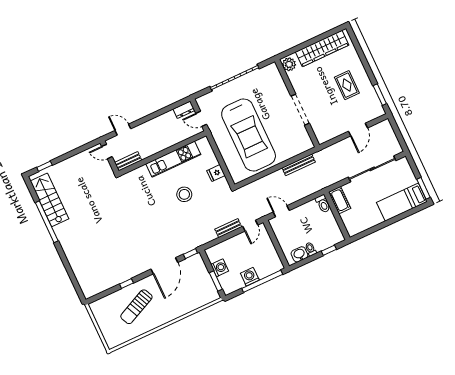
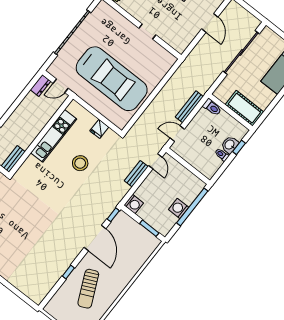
doorway: (300, 110) -> (147, 31), width x0.53
bench: (299, 165) -> (189, 107), moved
cot: (340, 200) -> (244, 108), moved, width x1.37, depth x1.34
washbasin: (299, 254) -> (230, 145), moved
washing machine: (220, 268) -> (134, 204), moved, turned 90

